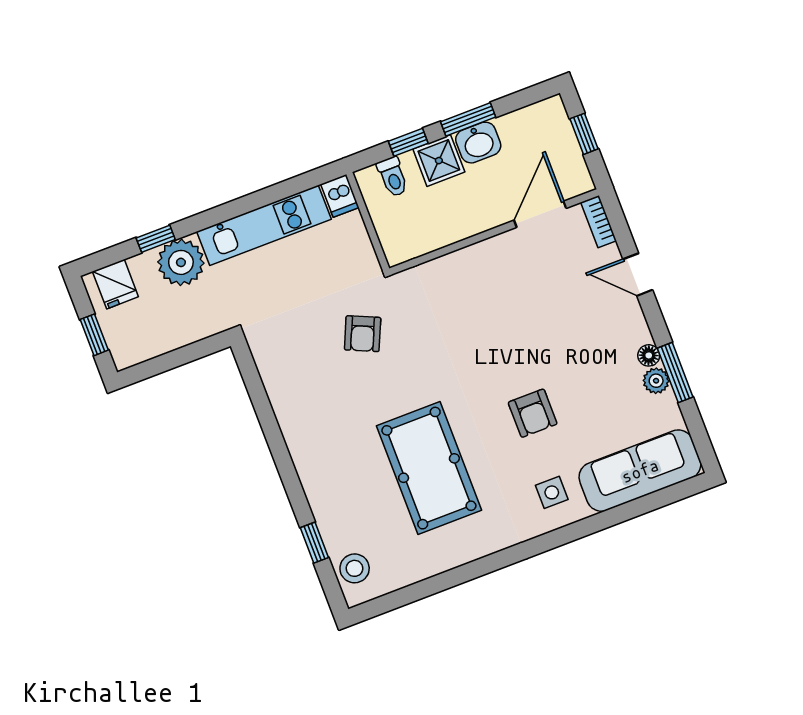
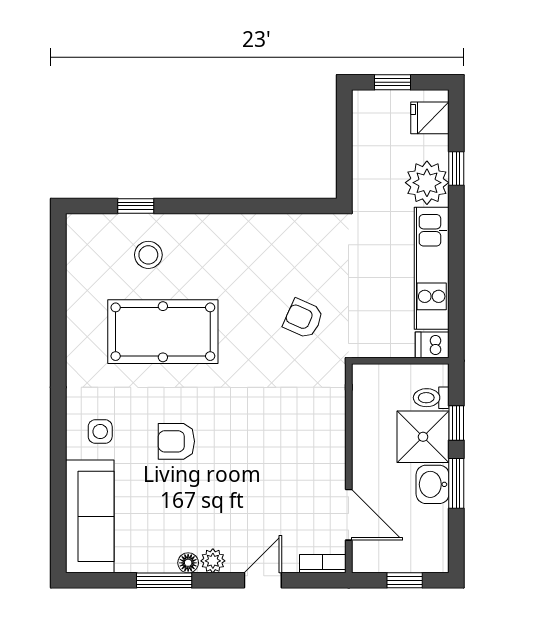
shower: (439, 161) -> (423, 437), width x1.36, depth x1.36
plant: (656, 381) -> (213, 561), moved
stool: (355, 568) -> (148, 255), moved

